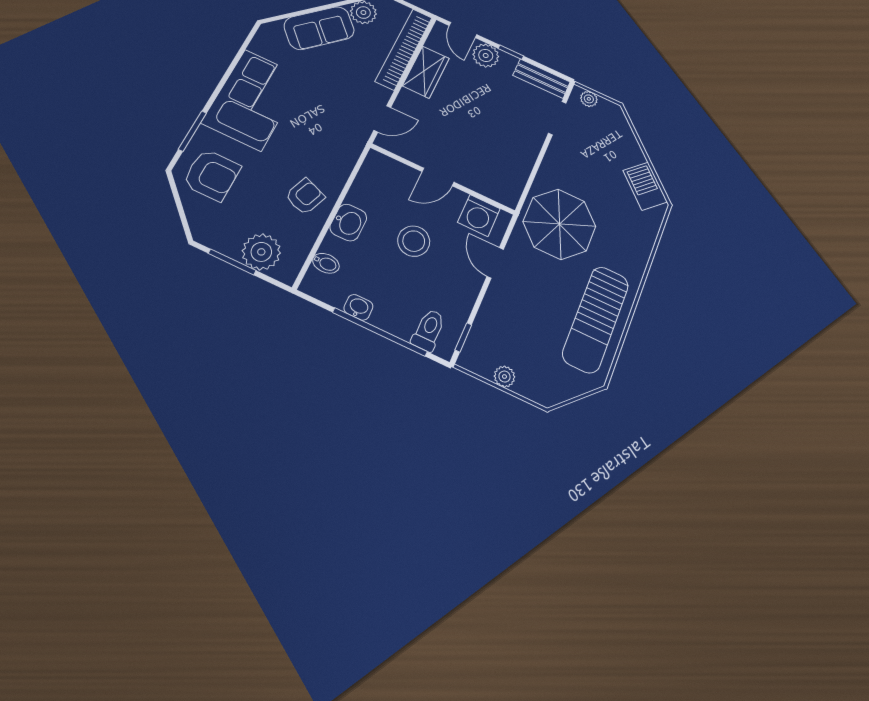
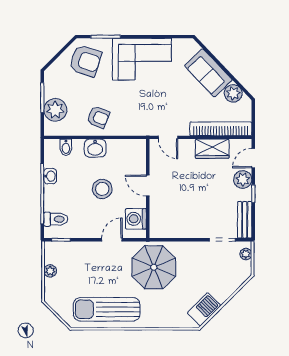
armchair: (212, 175) -> (85, 61), turned -72

